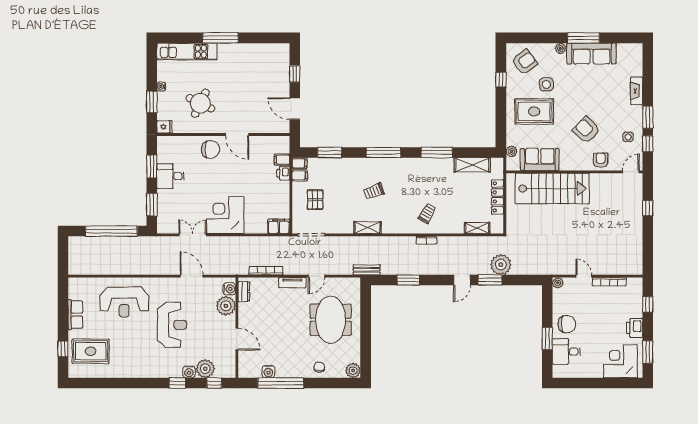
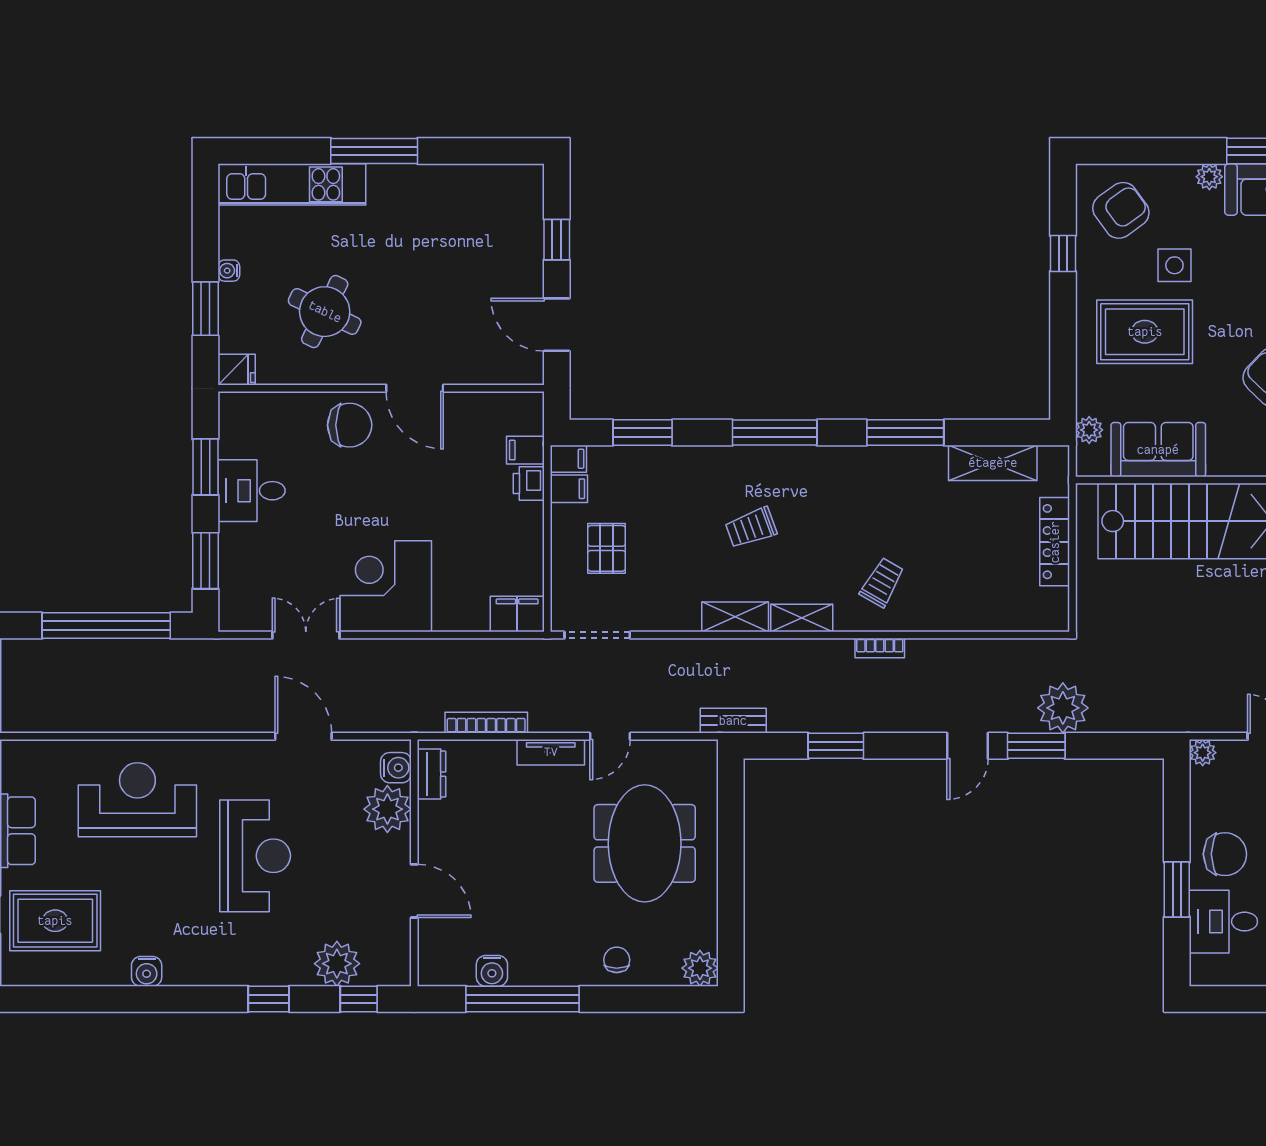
shelving: (477, 228) -> (802, 618), moved
reception desk: (124, 302) -> (137, 800), turned 180
water cooler: (189, 372) -> (147, 971), moved

